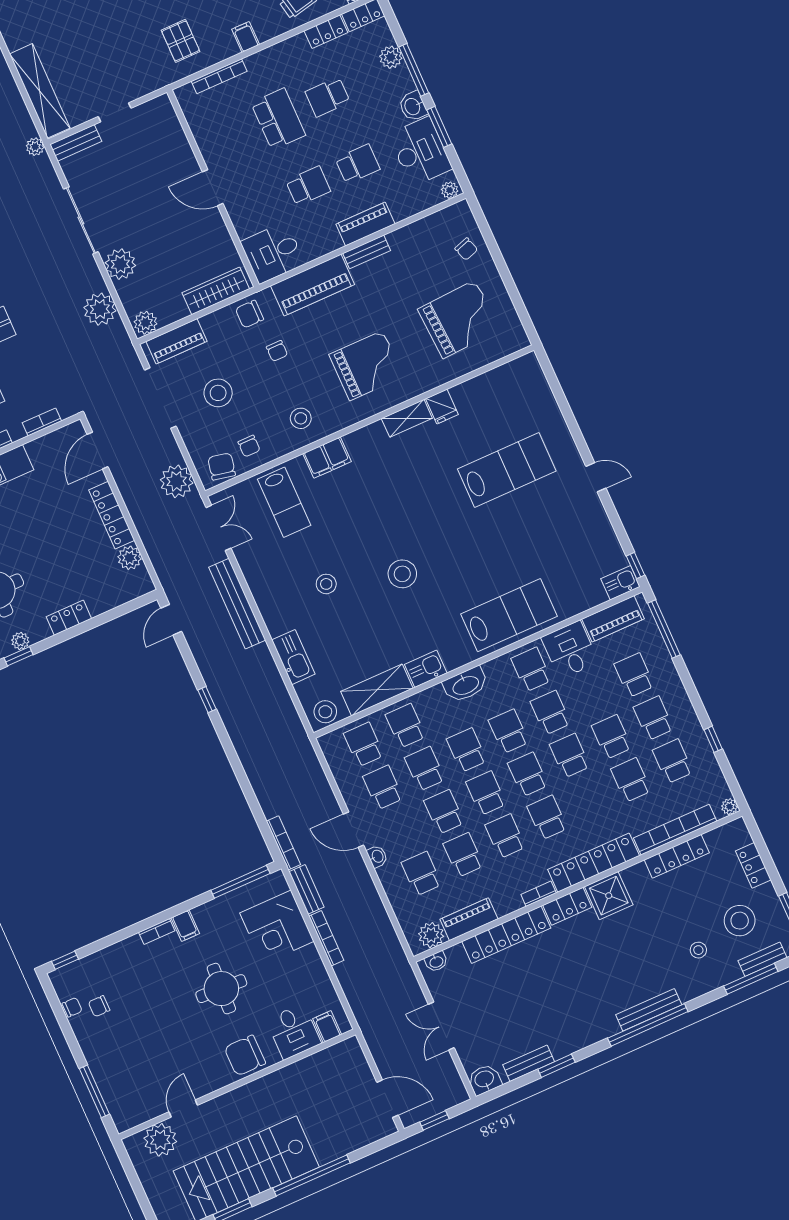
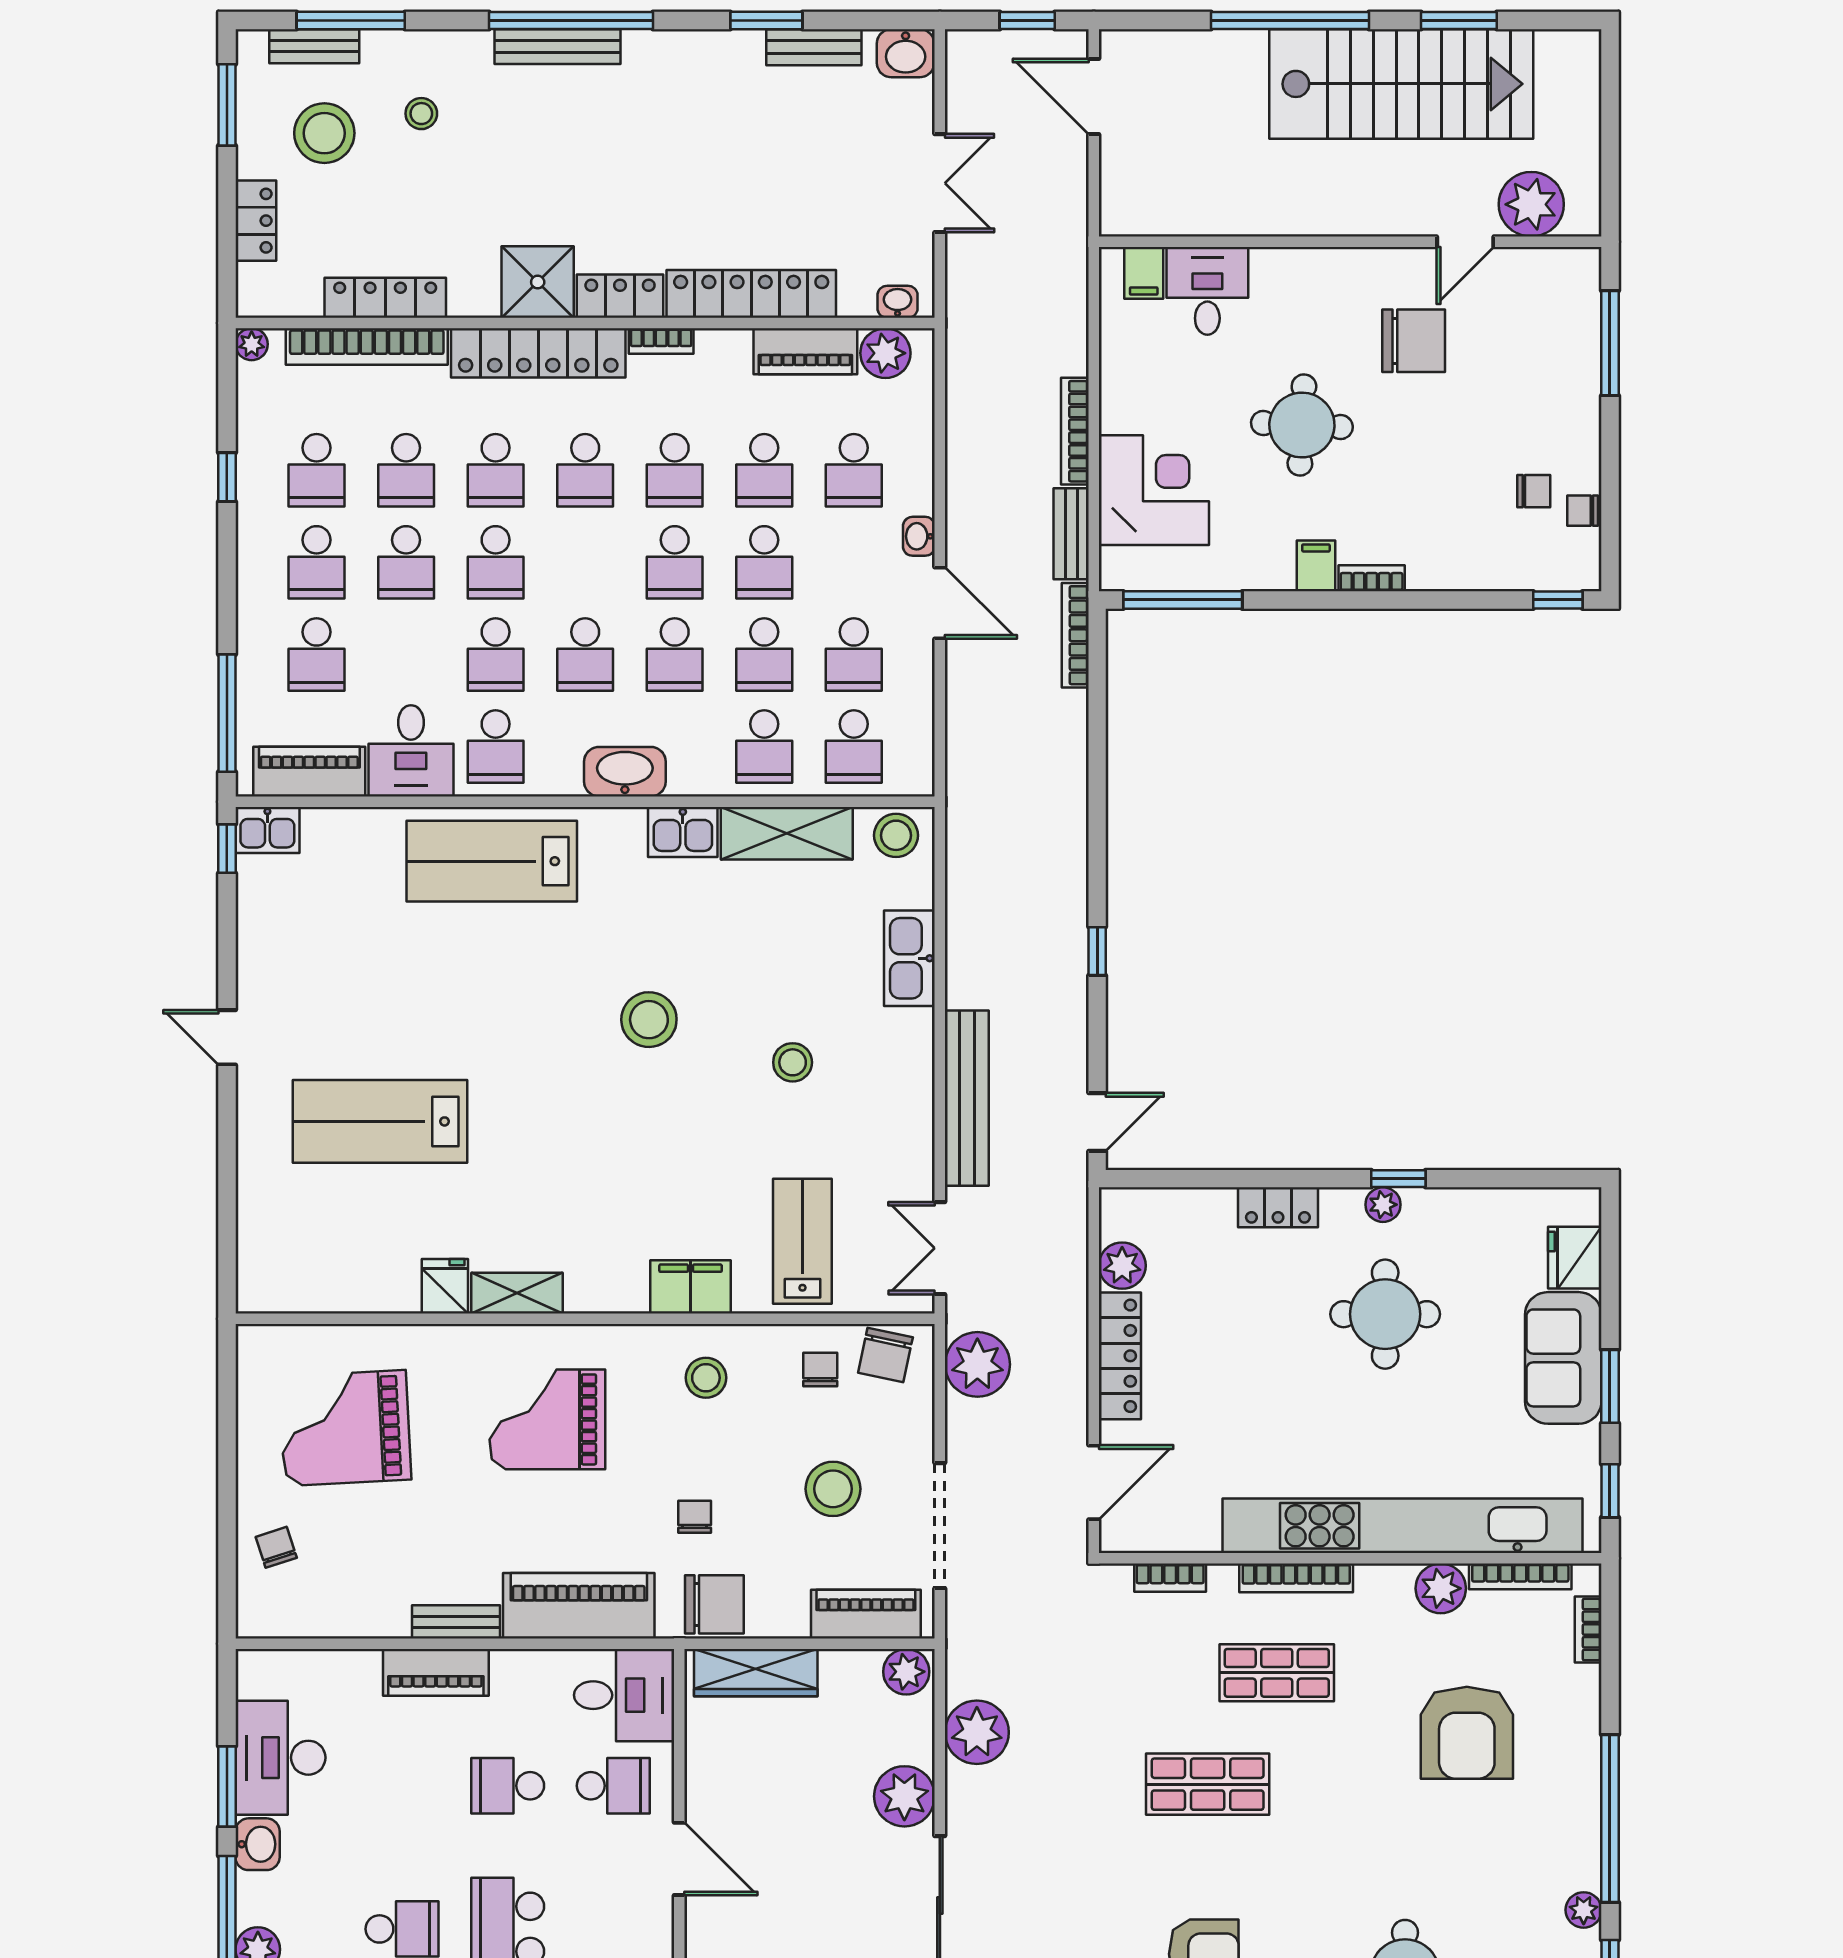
school desk: (358, 164) -> (613, 1786), moved, turned 180
plant: (450, 190) -> (259, 1666), removed
chair: (249, 314) -> (714, 1604), width x1.37, depth x1.37
school desk: (528, 774) -> (496, 470), moved
chair: (245, 1056) -> (1414, 341), moved

